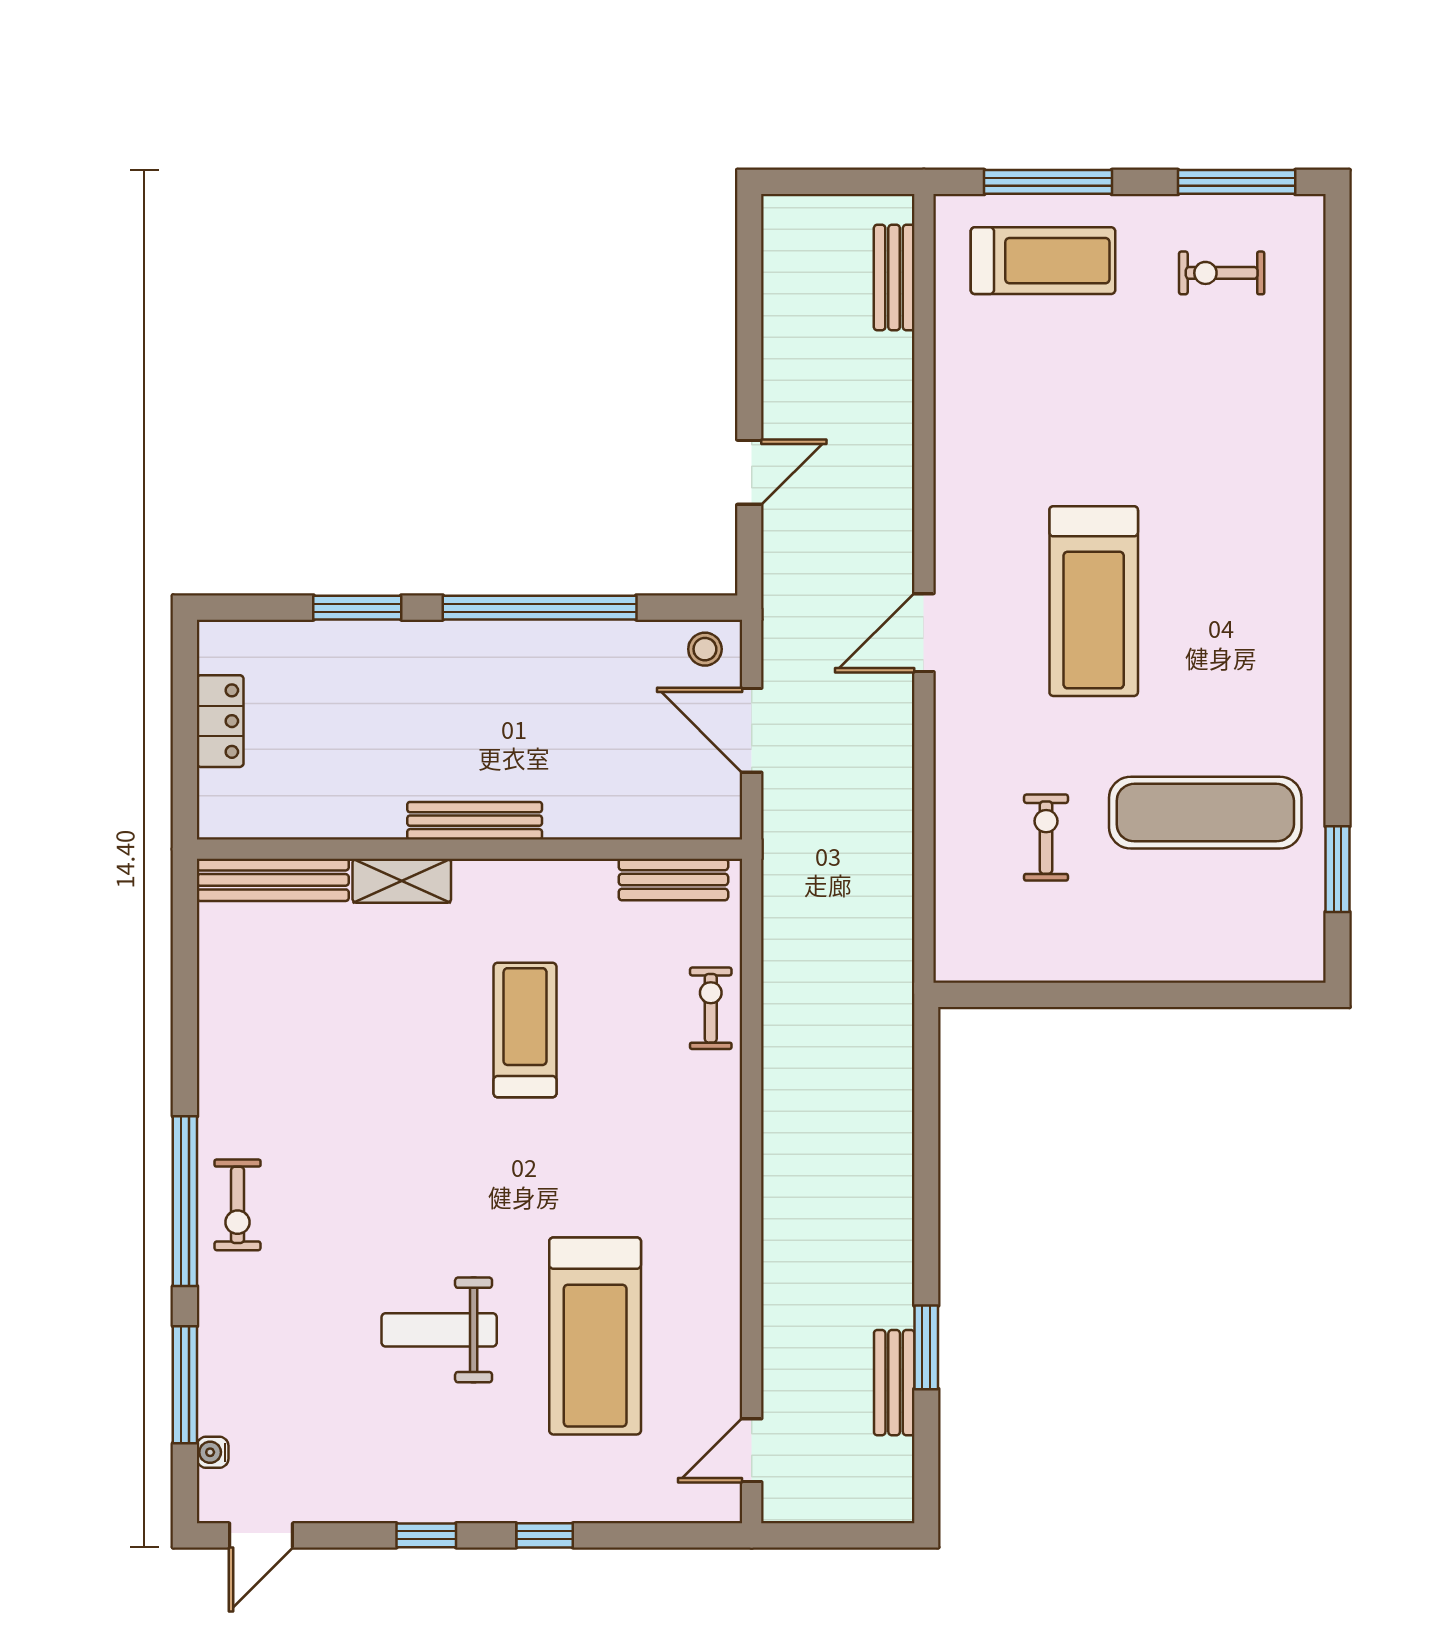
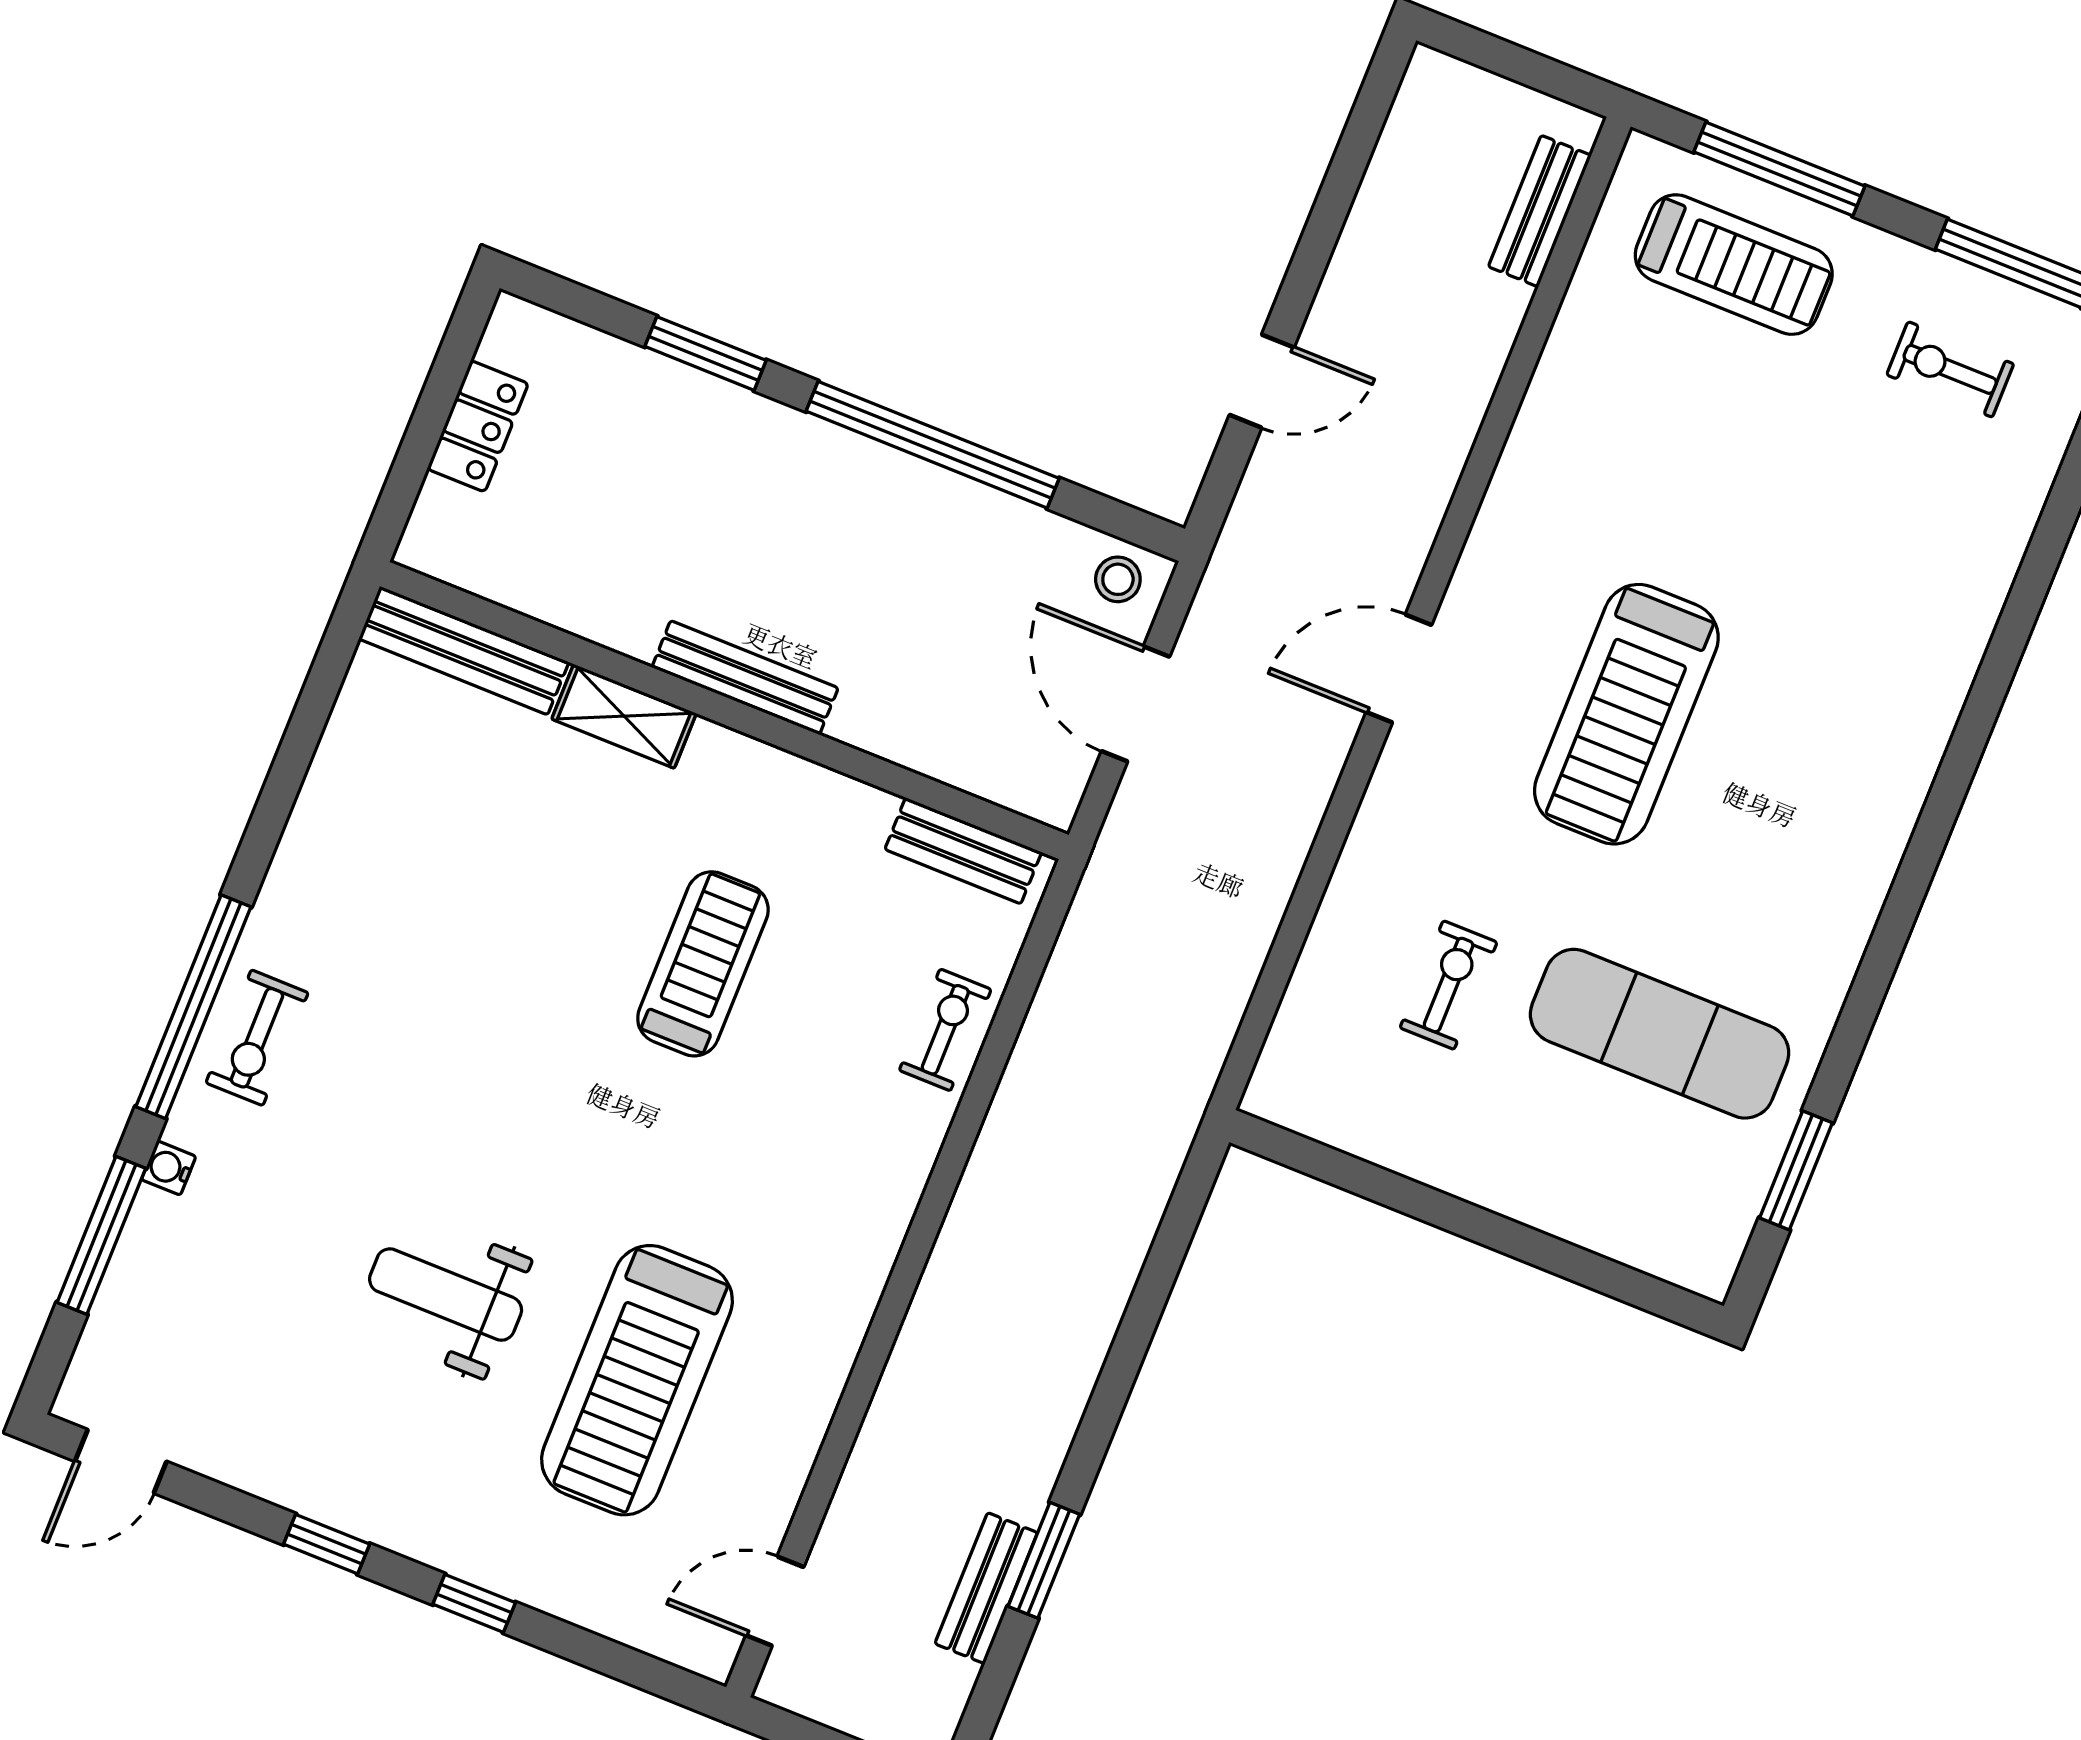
water cooler: (213, 1452) -> (169, 1168), moved

